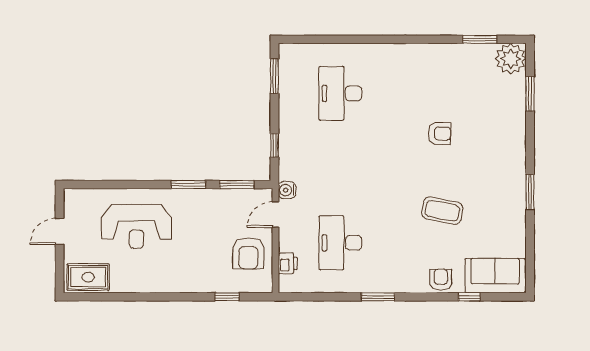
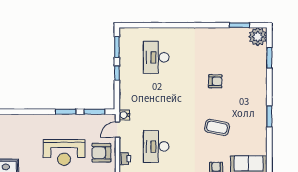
window: (274, 145) -> (117, 73), moved
reception desk: (136, 226) -> (64, 152), moved
armchair: (248, 253) -> (101, 153), turned 90

